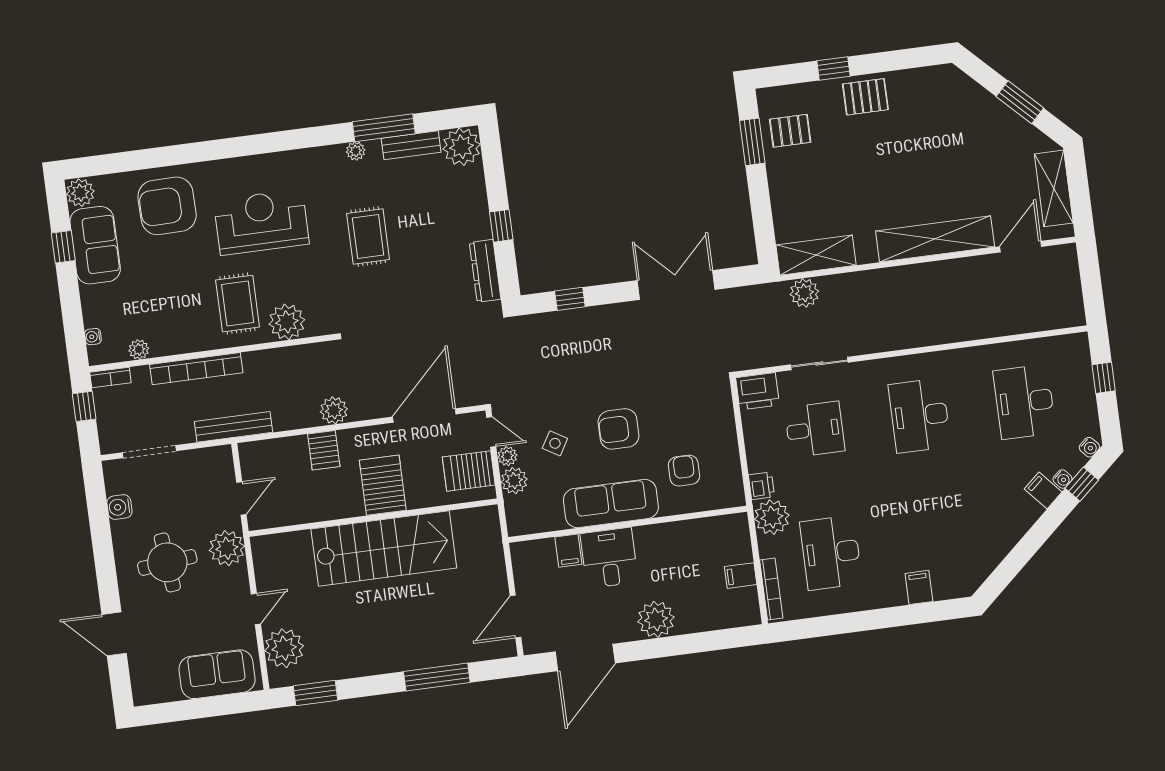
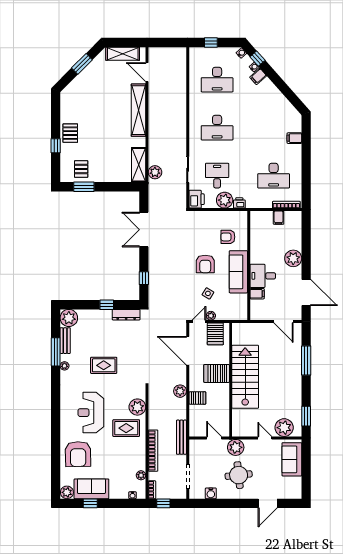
plant: (514, 481) -> (222, 314), removed
plant: (772, 517) -> (225, 200), moved

